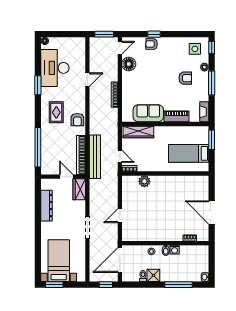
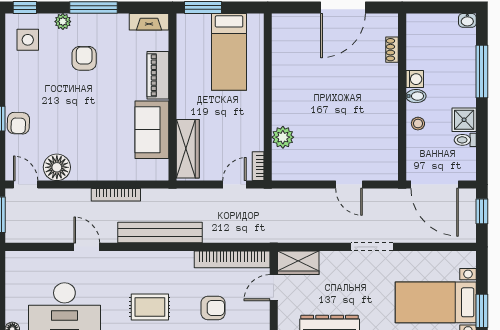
armchair: (77, 120) -> (213, 308), moved
bench: (95, 157) -> (160, 233), moved

